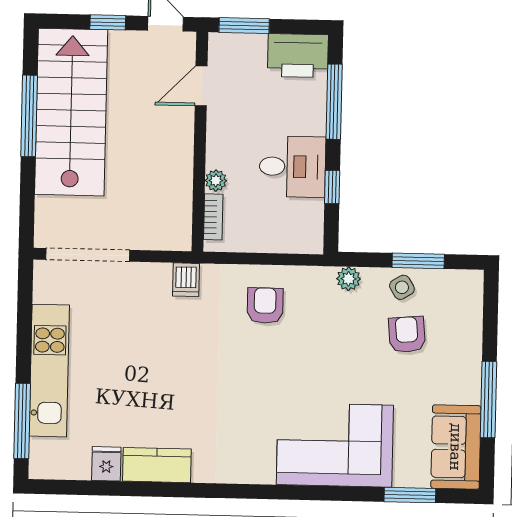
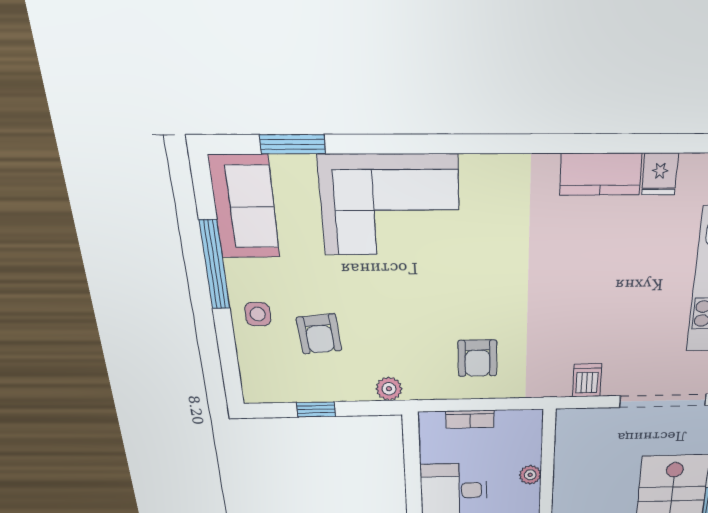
window: (332, 187) -> (413, 474), removed
bookcase: (213, 217) -> (470, 419), moved, turned -90
window: (418, 261) -> (316, 409), width x0.67
dishwasher: (186, 280) -> (587, 380), moved
side table: (402, 287) -> (258, 314), moved, turned 31

